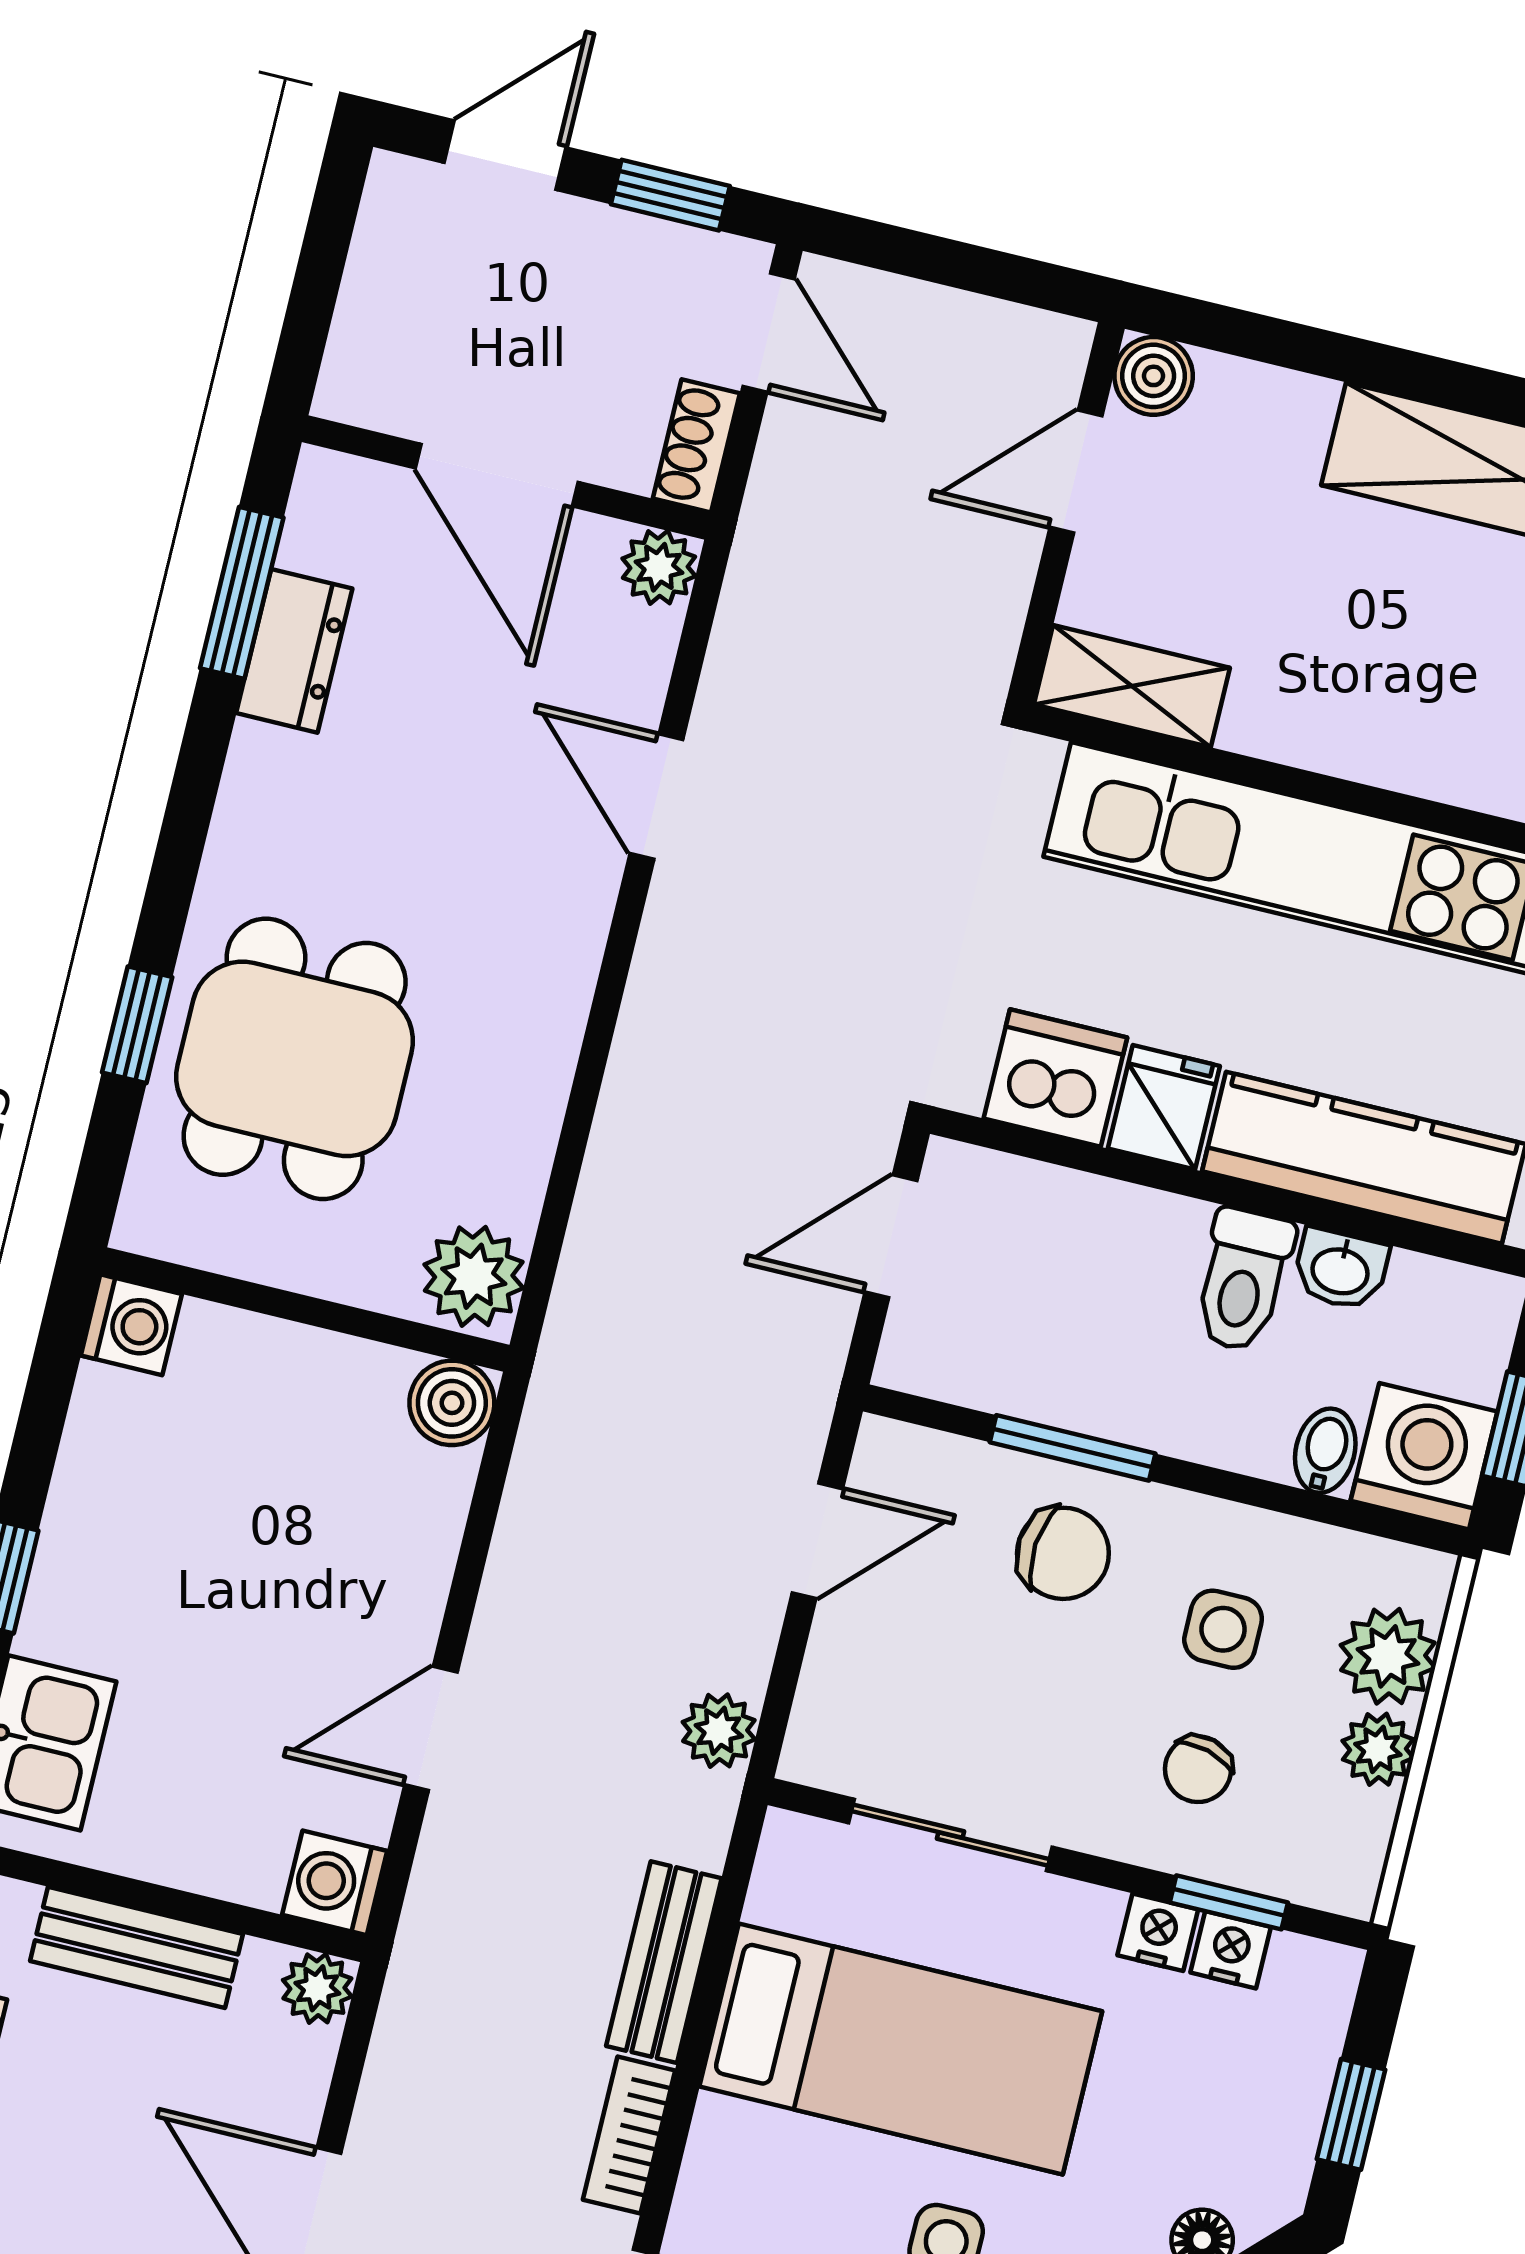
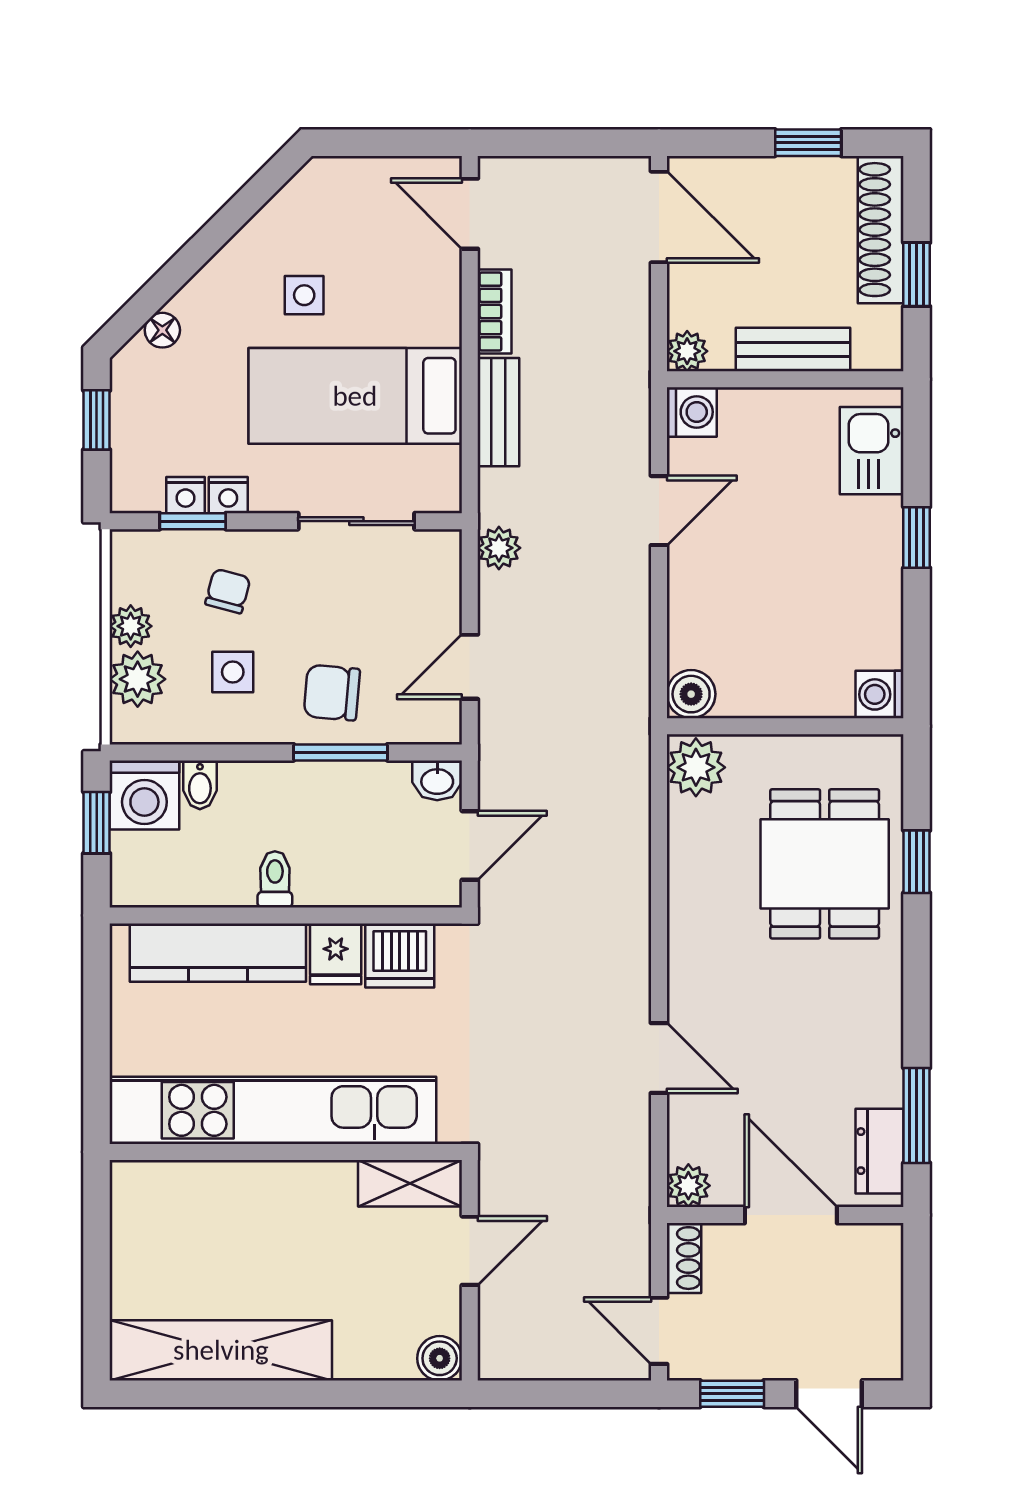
door: (505, 155) -> (829, 1394), hinge flipped
door: (1076, 472) -> (470, 1251), moved
dresser: (294, 651) -> (880, 1151), moved
washbasin: (1340, 1269) -> (437, 780), moved, turned 180
toilet: (1243, 1280) -> (275, 879), width x0.73, depth x0.72

